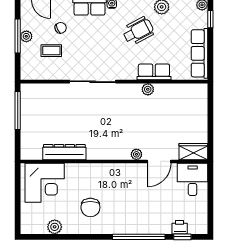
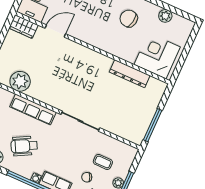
row of seats: (154, 72) -> (33, 109), width x1.48
plant: (148, 89) -> (20, 81), moved, width x1.88, depth x1.88
plant: (136, 154) -> (71, 45), removed
chair: (90, 207) -> (129, 19), turned -79

